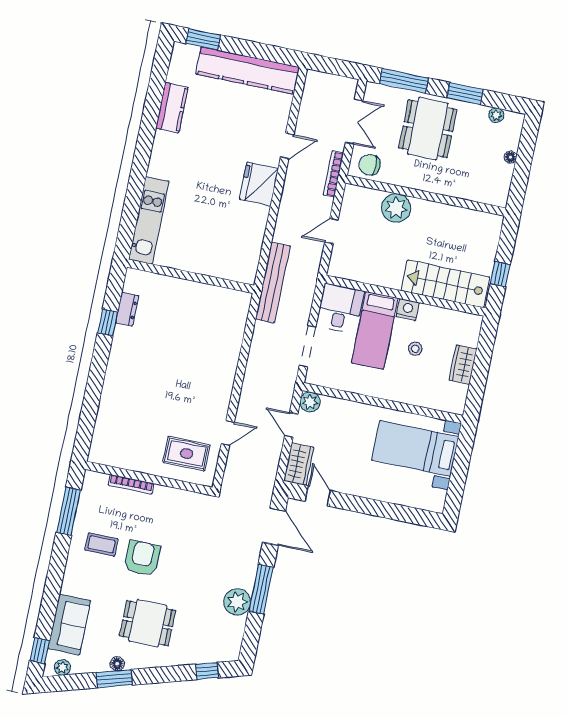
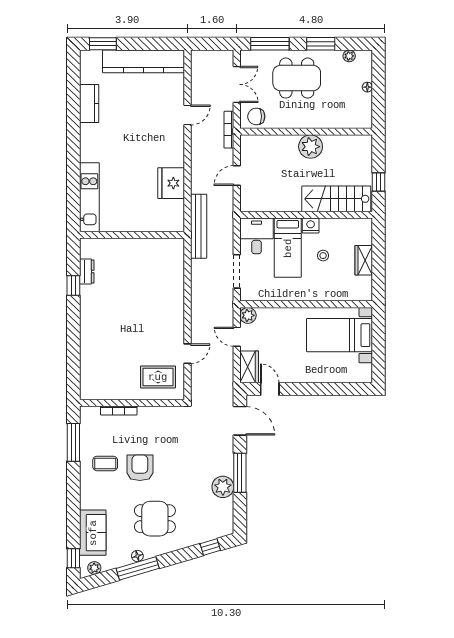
dining table: (428, 129) -> (297, 78), turned 90
fridge: (259, 184) -> (171, 183), moved
plant: (396, 208) -> (311, 147), moved
window: (114, 679) -> (138, 568), width x1.44

